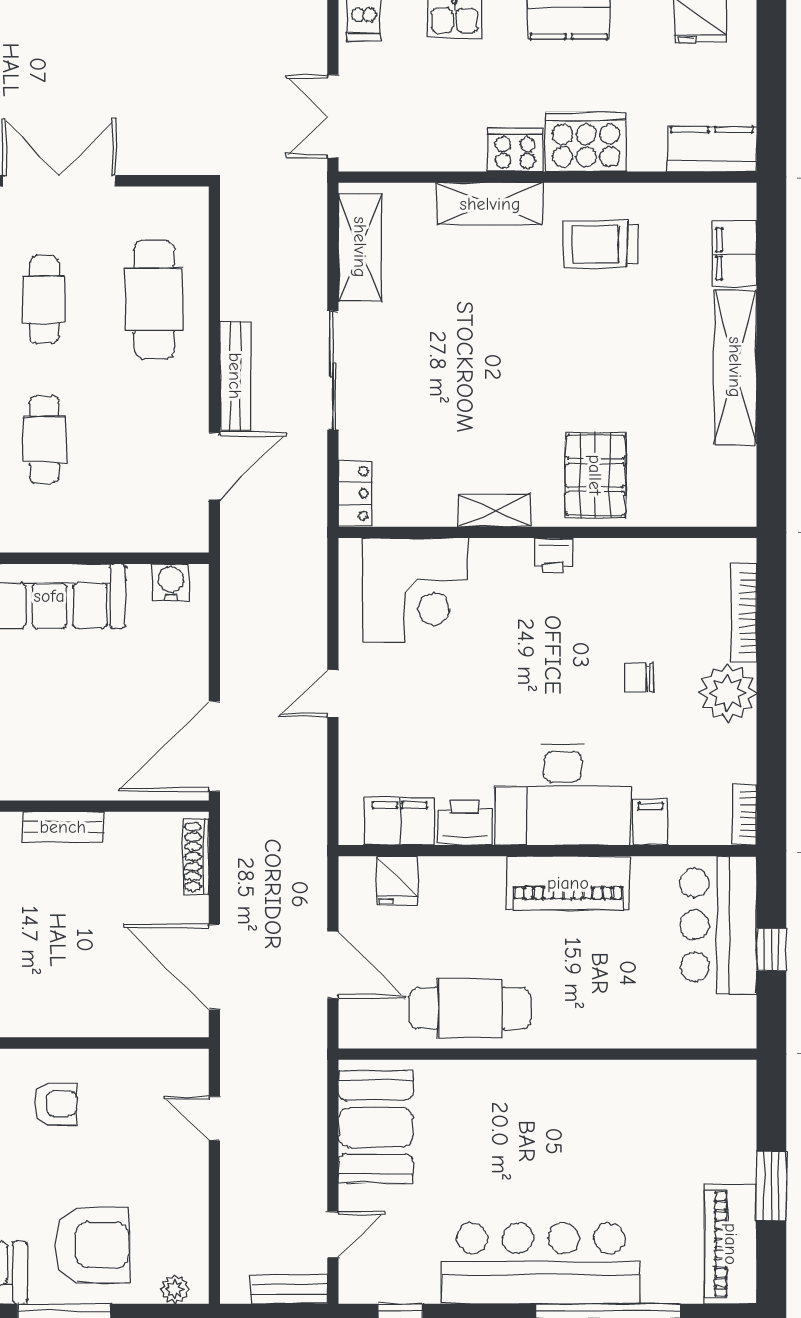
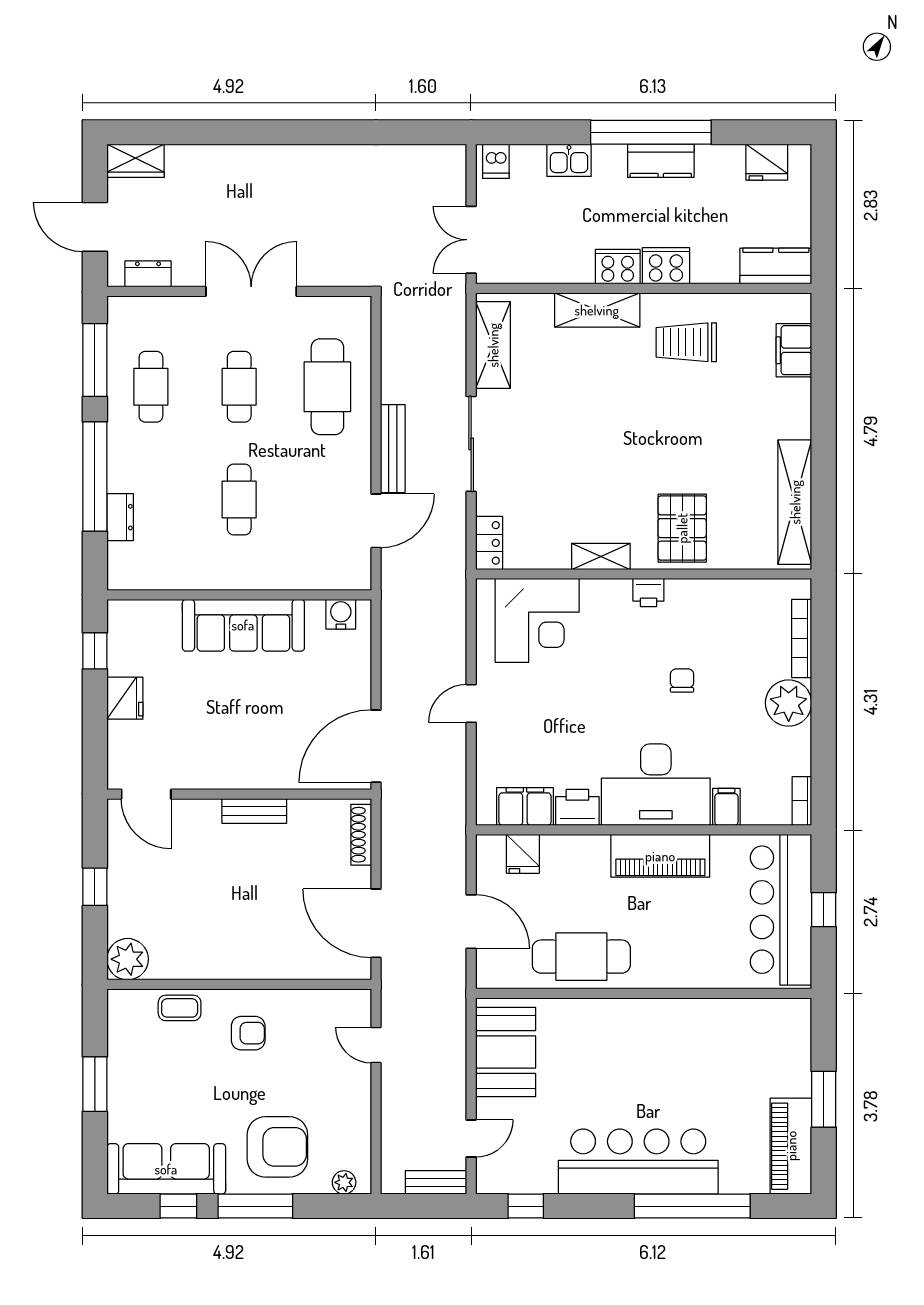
cooker: (586, 142) -> (666, 266), width x0.73, depth x0.76
shelving: (735, 367) -> (795, 502), moved
chair: (639, 678) -> (682, 680), moved, turned 90
bar counter: (718, 925) -> (781, 910), width x1.36

